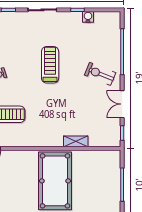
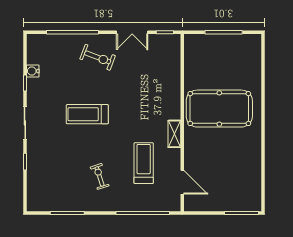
exercise bike: (100, 74) -> (98, 57), turned -91
shelving: (76, 141) -> (174, 134), moved

